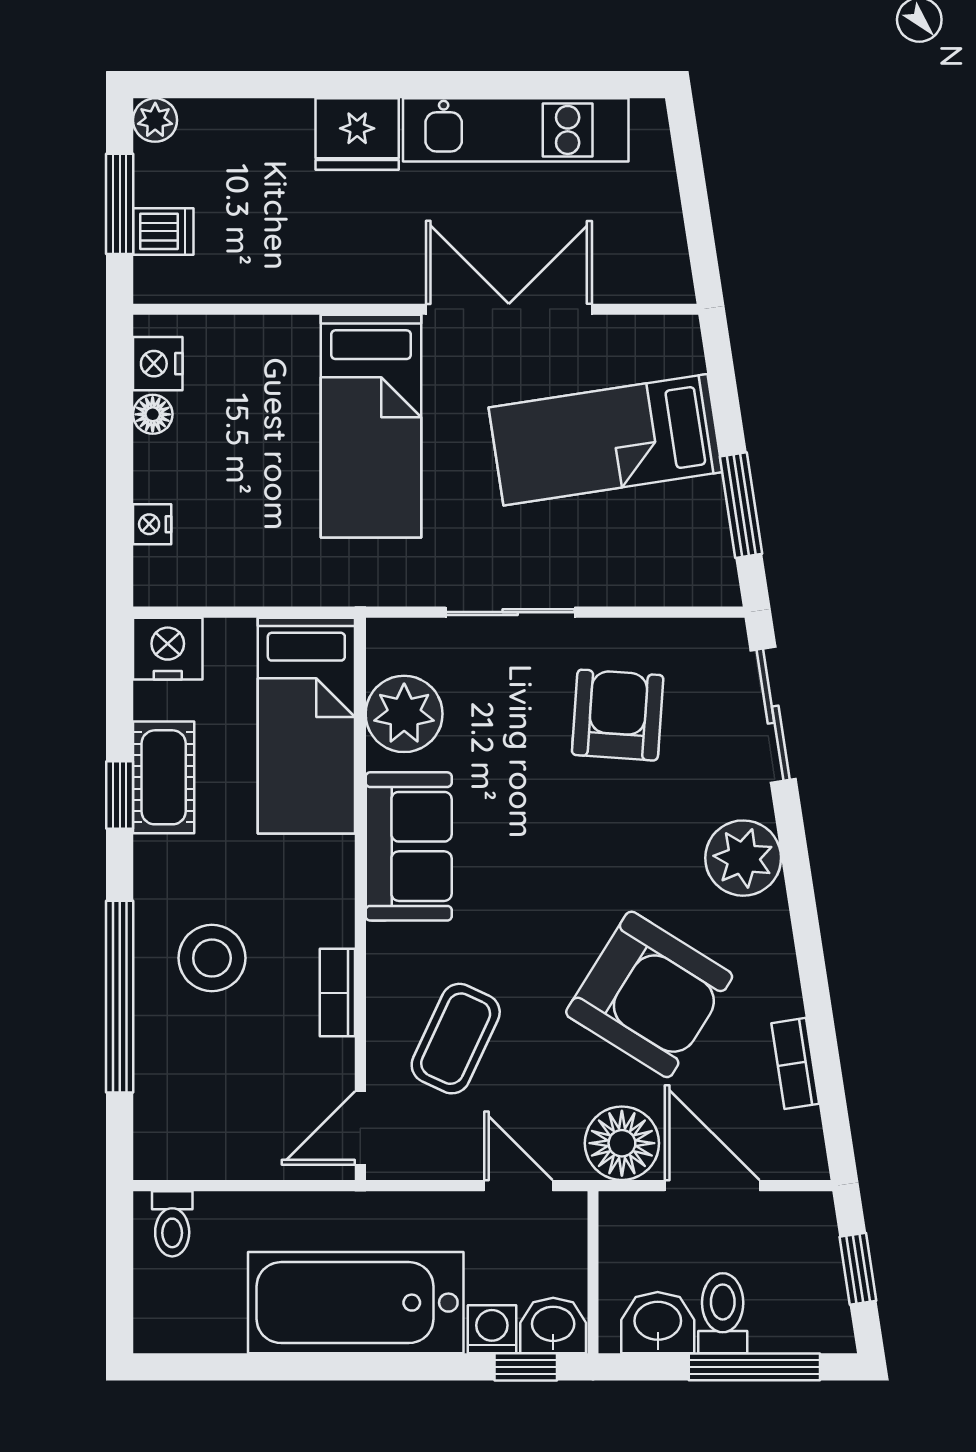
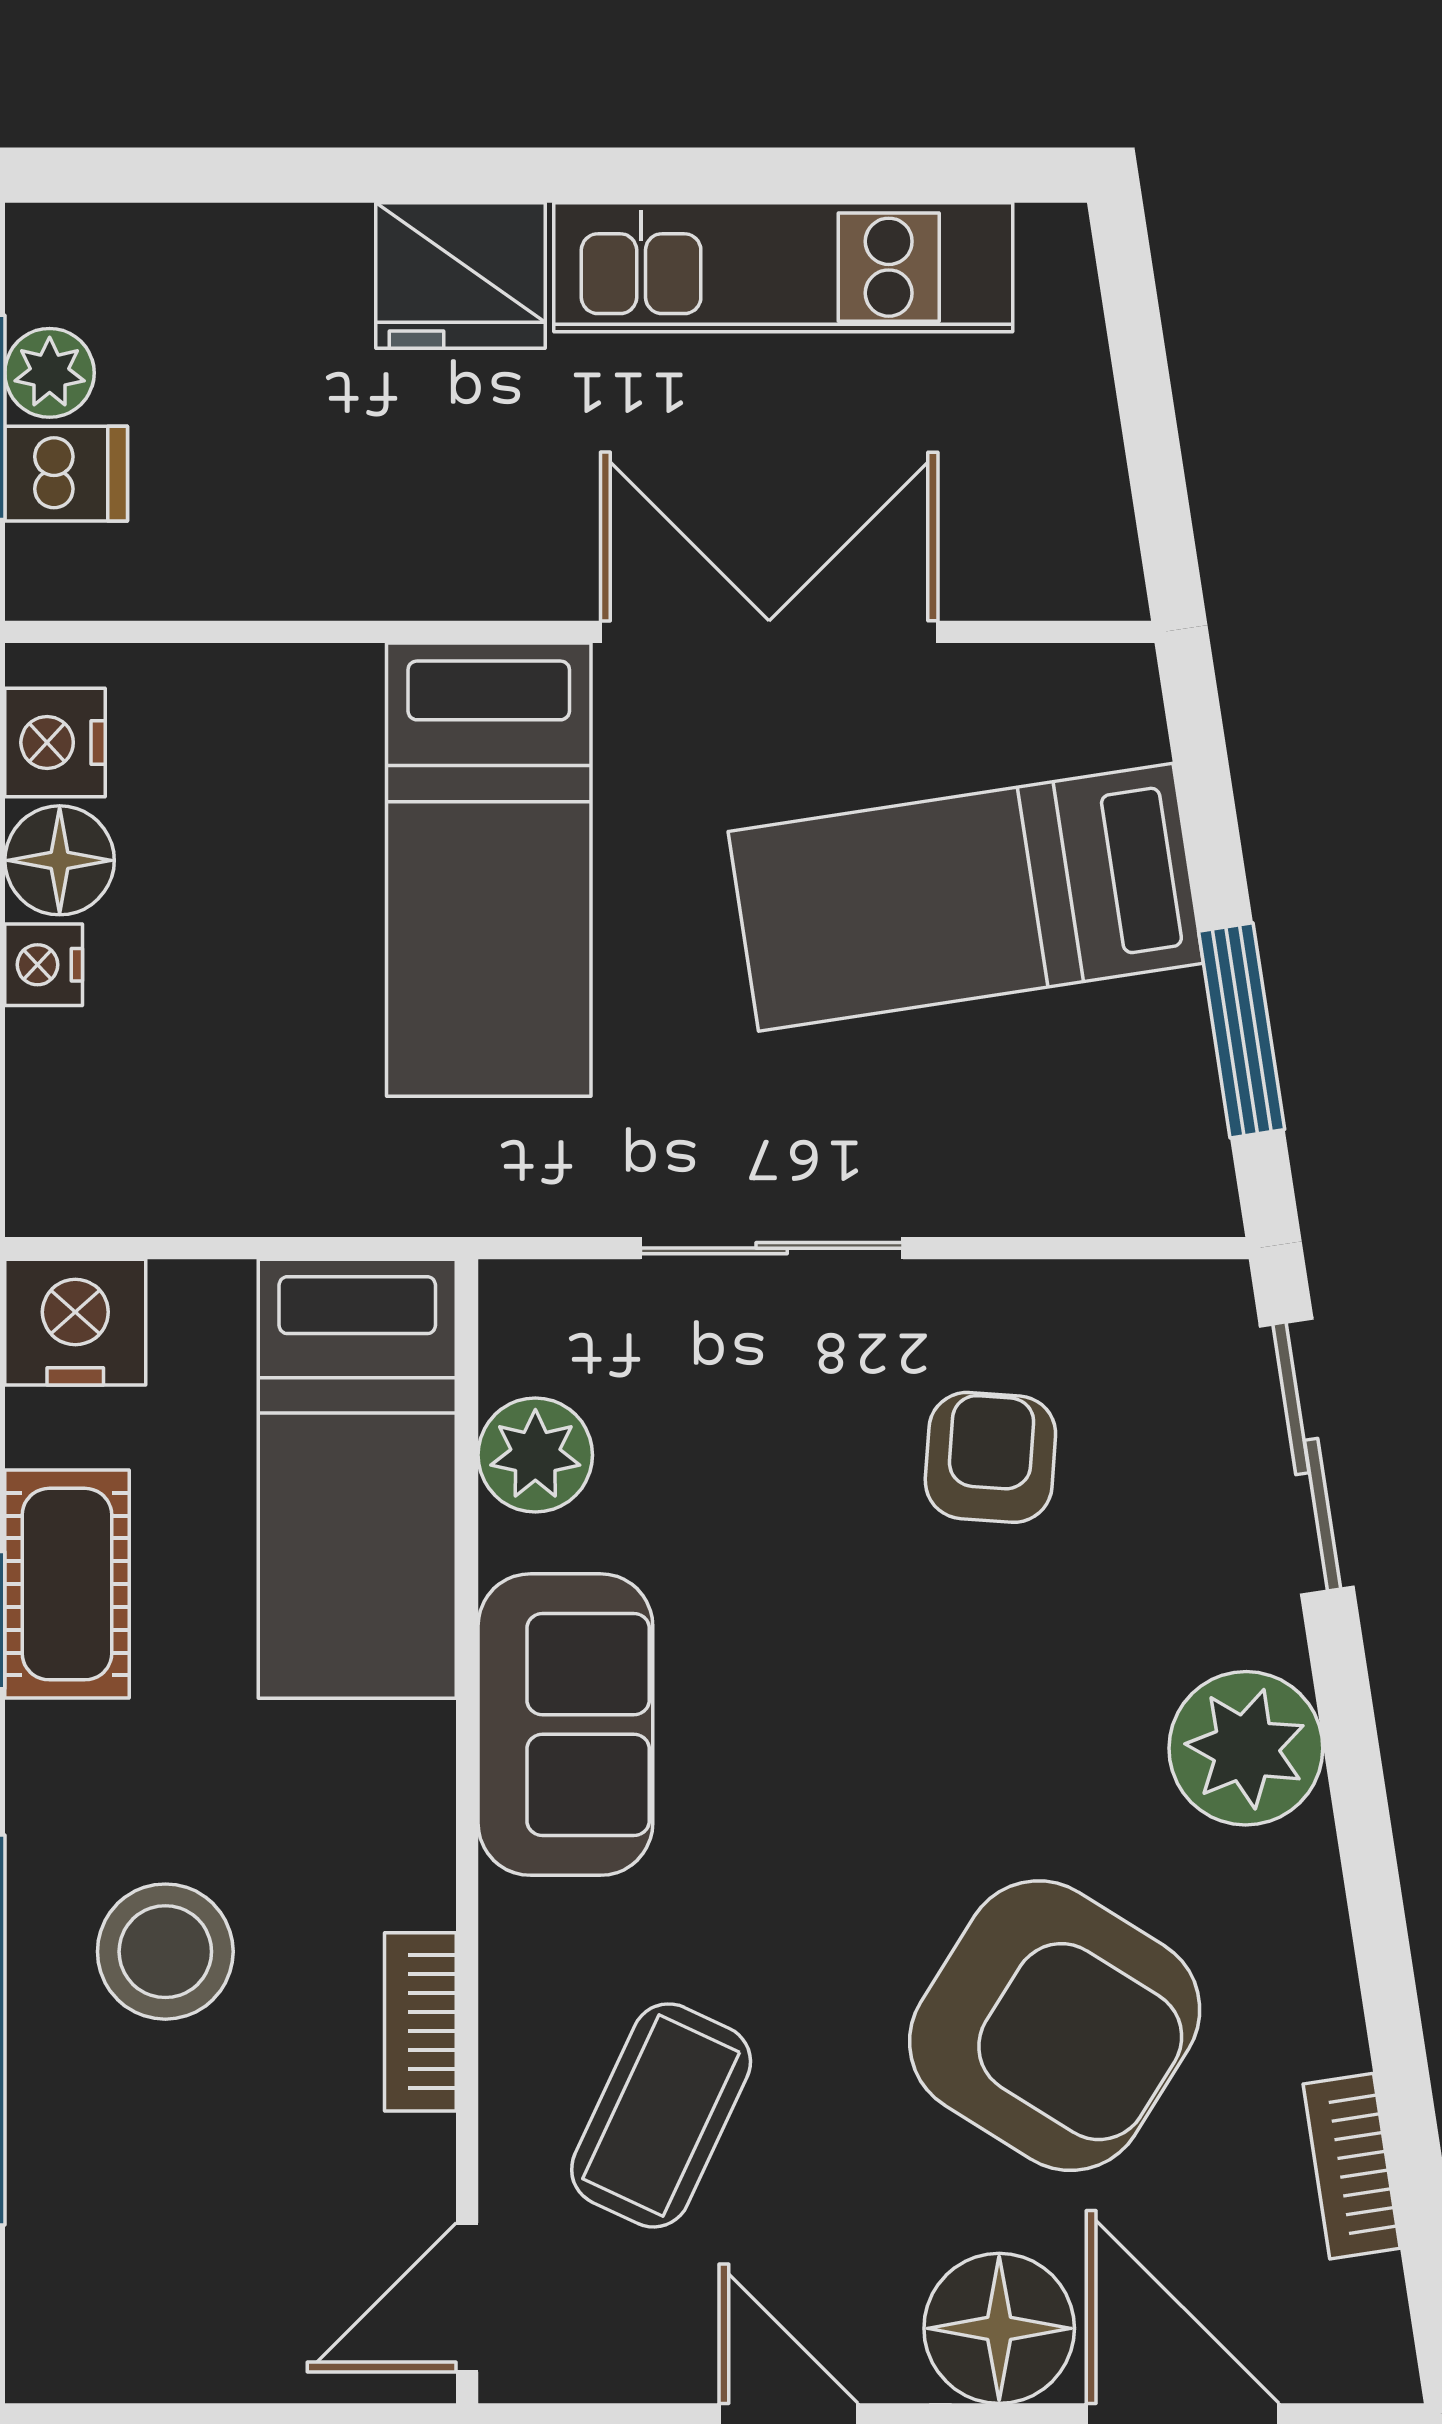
plant: (155, 120) -> (50, 373), moved
floor lamp: (153, 414) -> (60, 860), width x1.37, depth x1.37
nightstand: (152, 524) -> (44, 965), moved
plant: (404, 714) -> (535, 1455), width x0.73, depth x0.73
armchair: (618, 715) -> (990, 1457), width x0.72, depth x0.72

